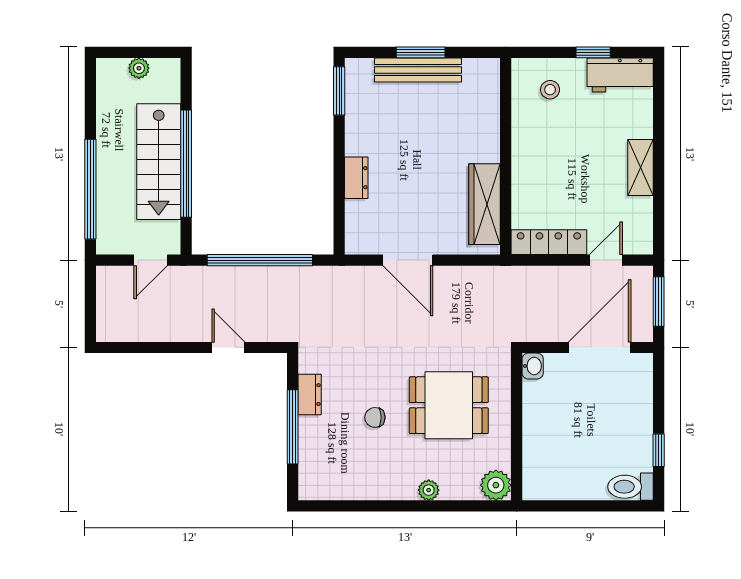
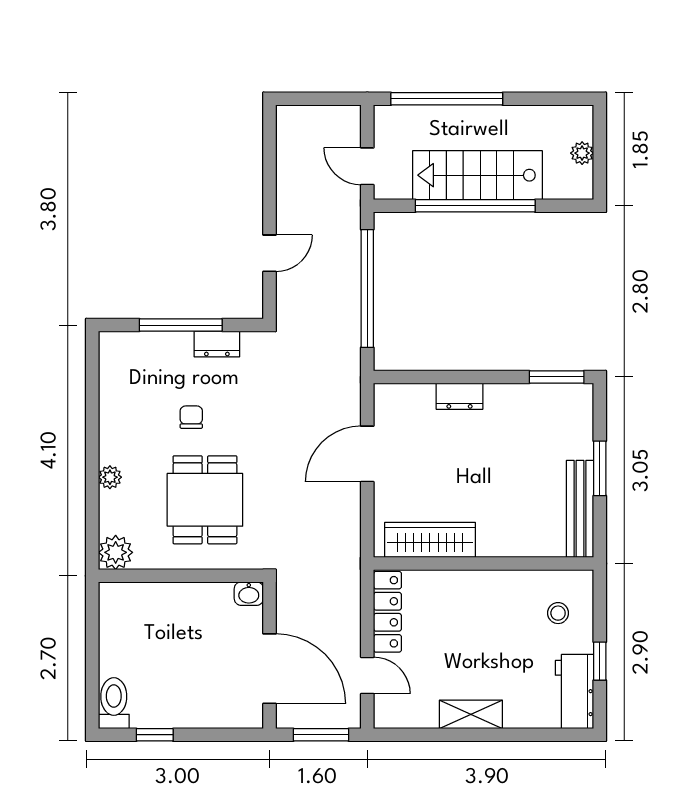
bench: (418, 70) -> (580, 509), moved

